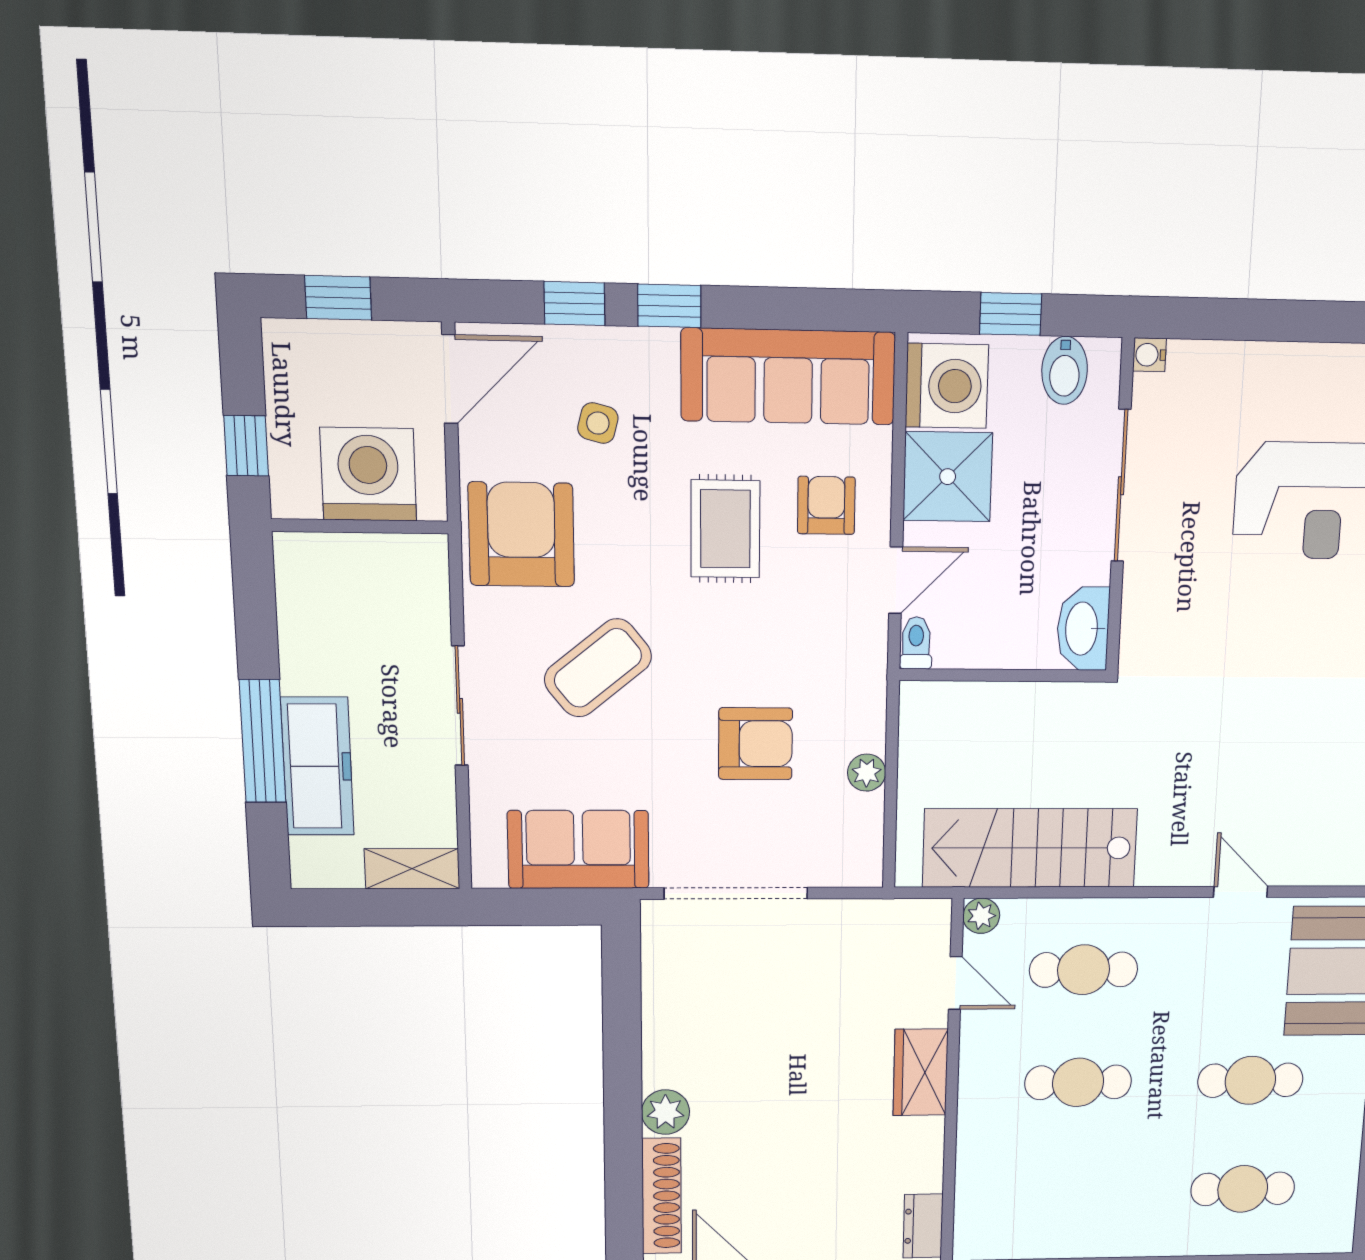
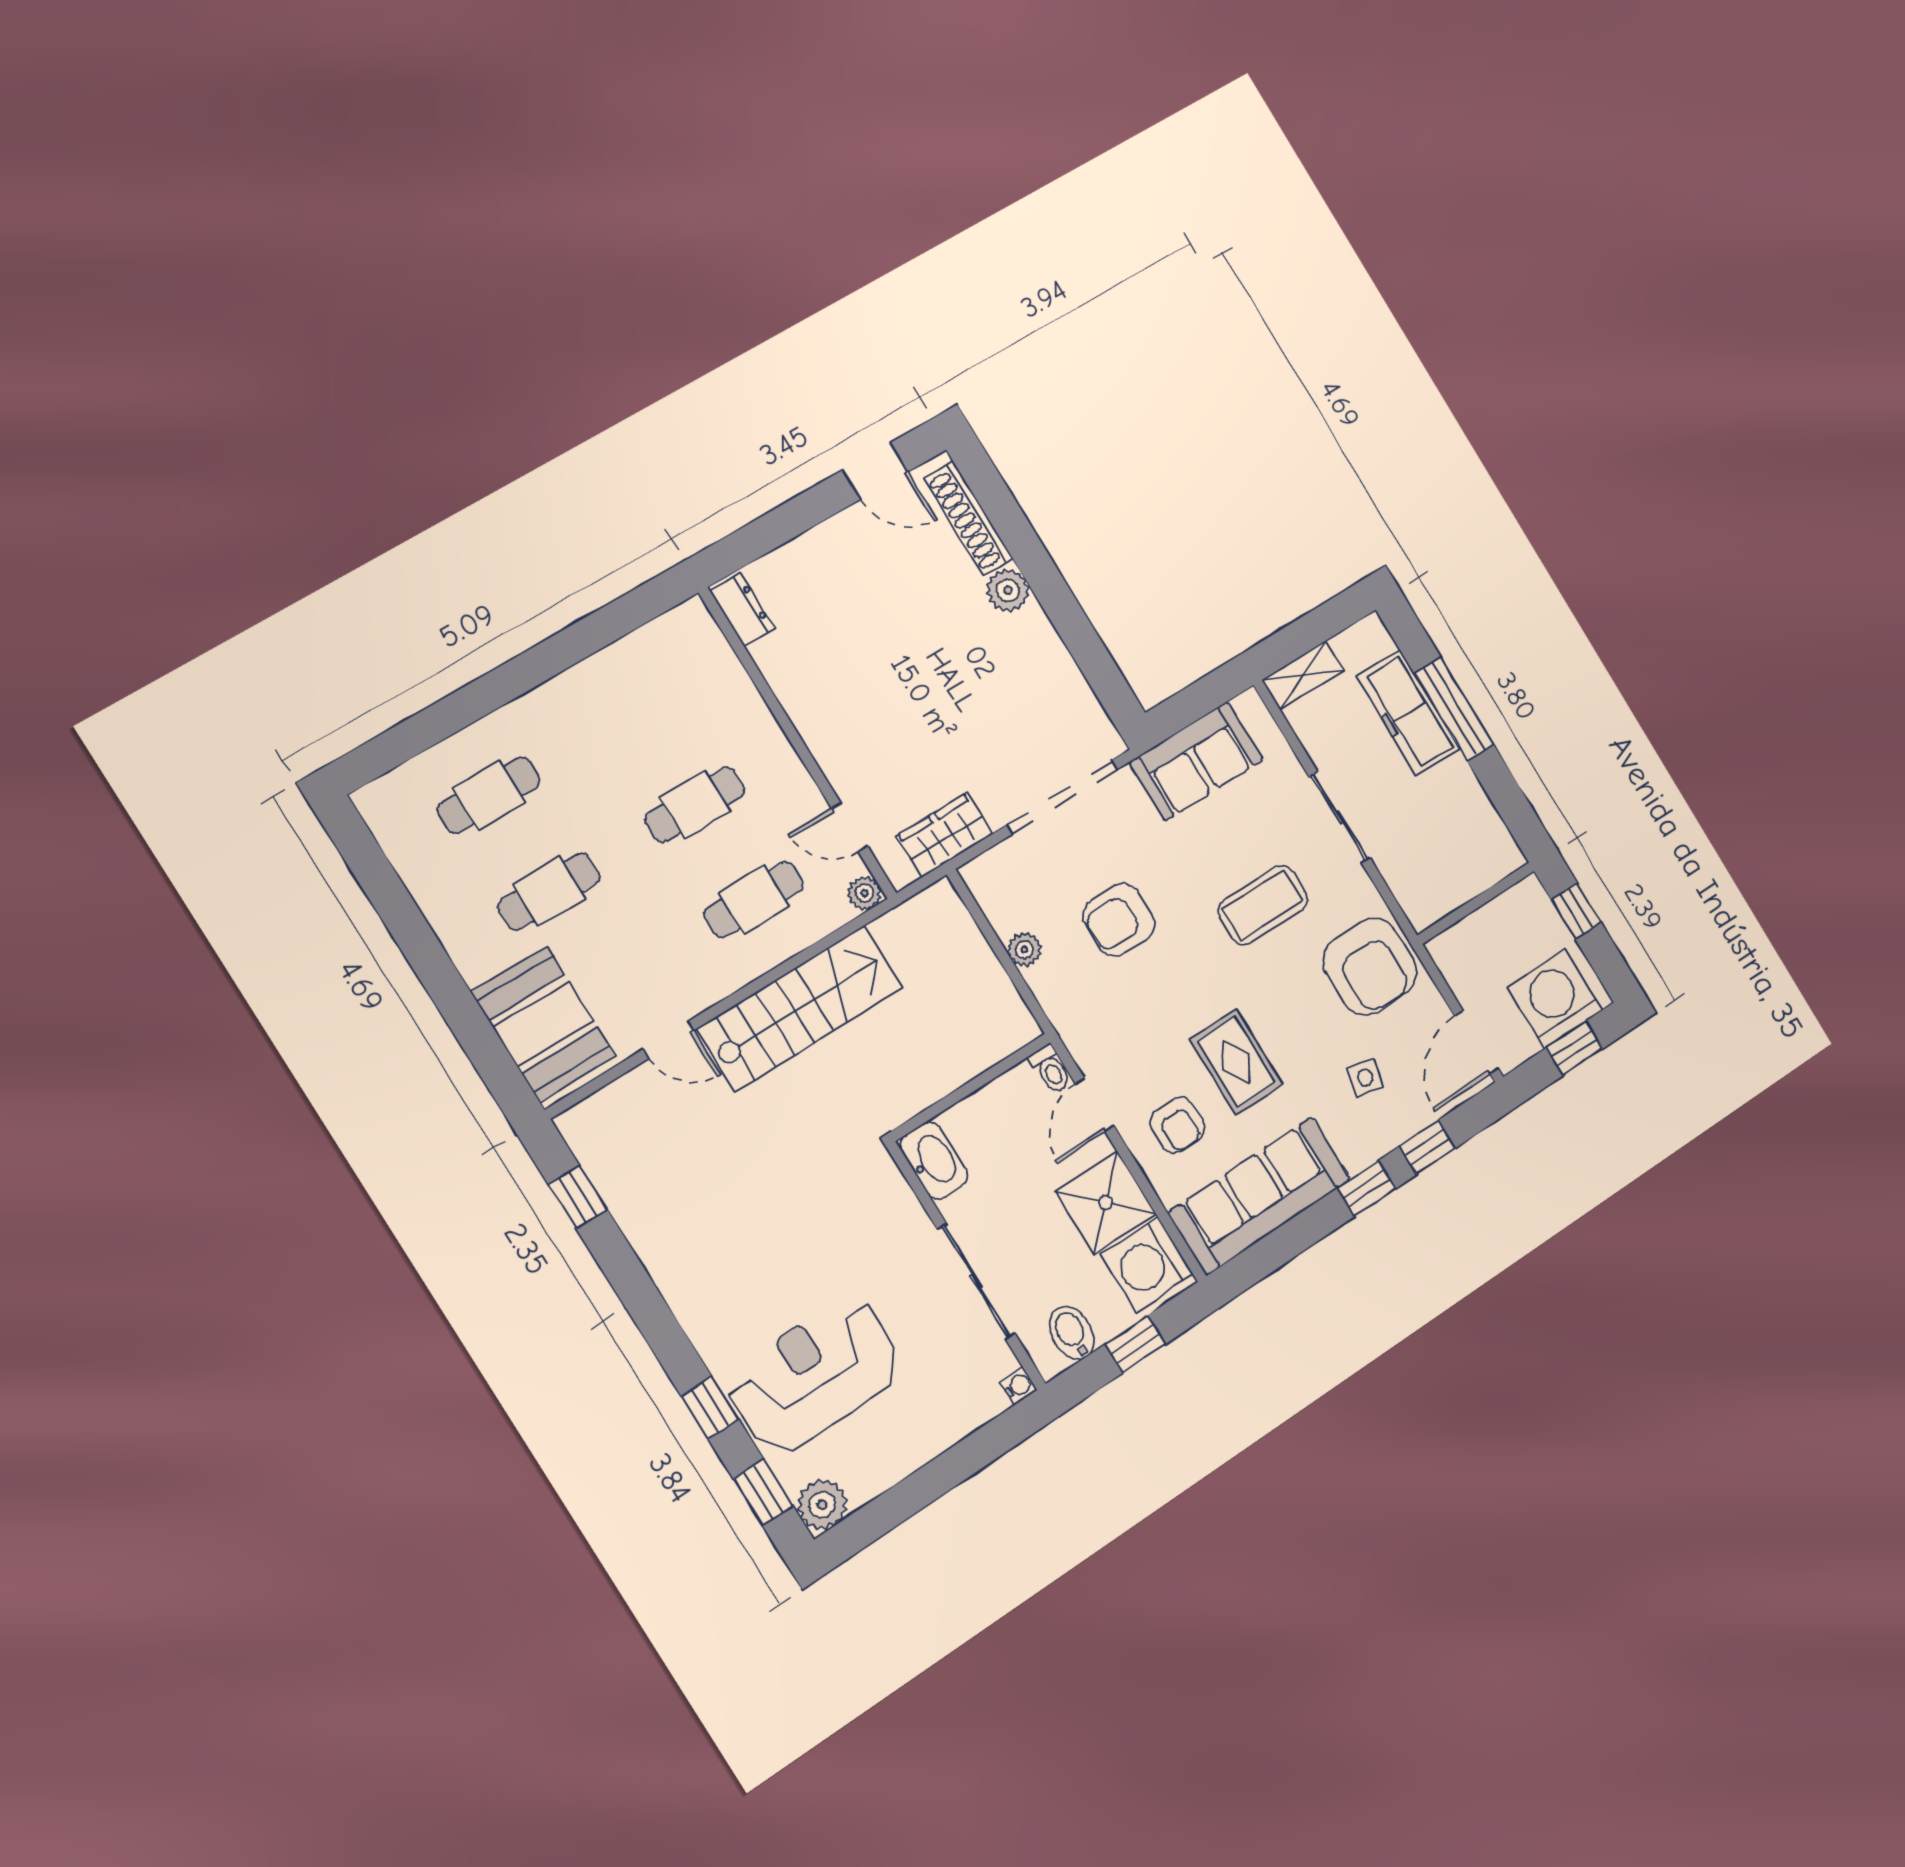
washing machine: (368, 474) -> (1555, 999), moved, turned 180
coffee table: (598, 668) -> (1263, 905), turned 39
stairs: (1030, 848) -> (800, 1008), moved
wardrobe: (921, 1072) -> (944, 835), moved, turned -90

